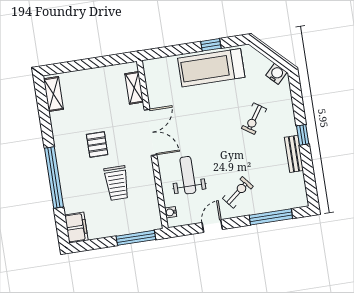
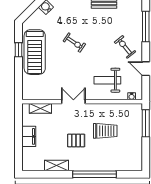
shelving: (53, 94) -> (56, 166), moved
exercise bike: (254, 119) -> (74, 43), moved
double door: (151, 132) -> (73, 102), width x0.73
filing cabinet: (76, 228) -> (29, 136), moved, turned 90

